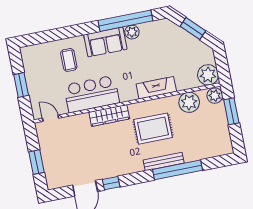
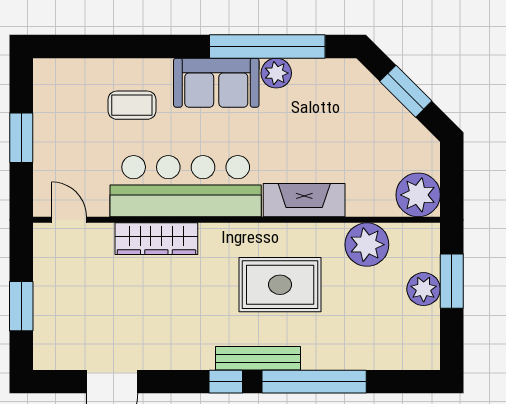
coffee table: (69, 60) -> (132, 105), turned 90
bar counter: (92, 94) -> (186, 186), width x1.36
plant: (215, 96) -> (424, 289), moved
wardrobe: (109, 115) -> (156, 239), moved
bench: (164, 161) -> (258, 358), moved
window: (111, 183) -> (226, 382), moved

